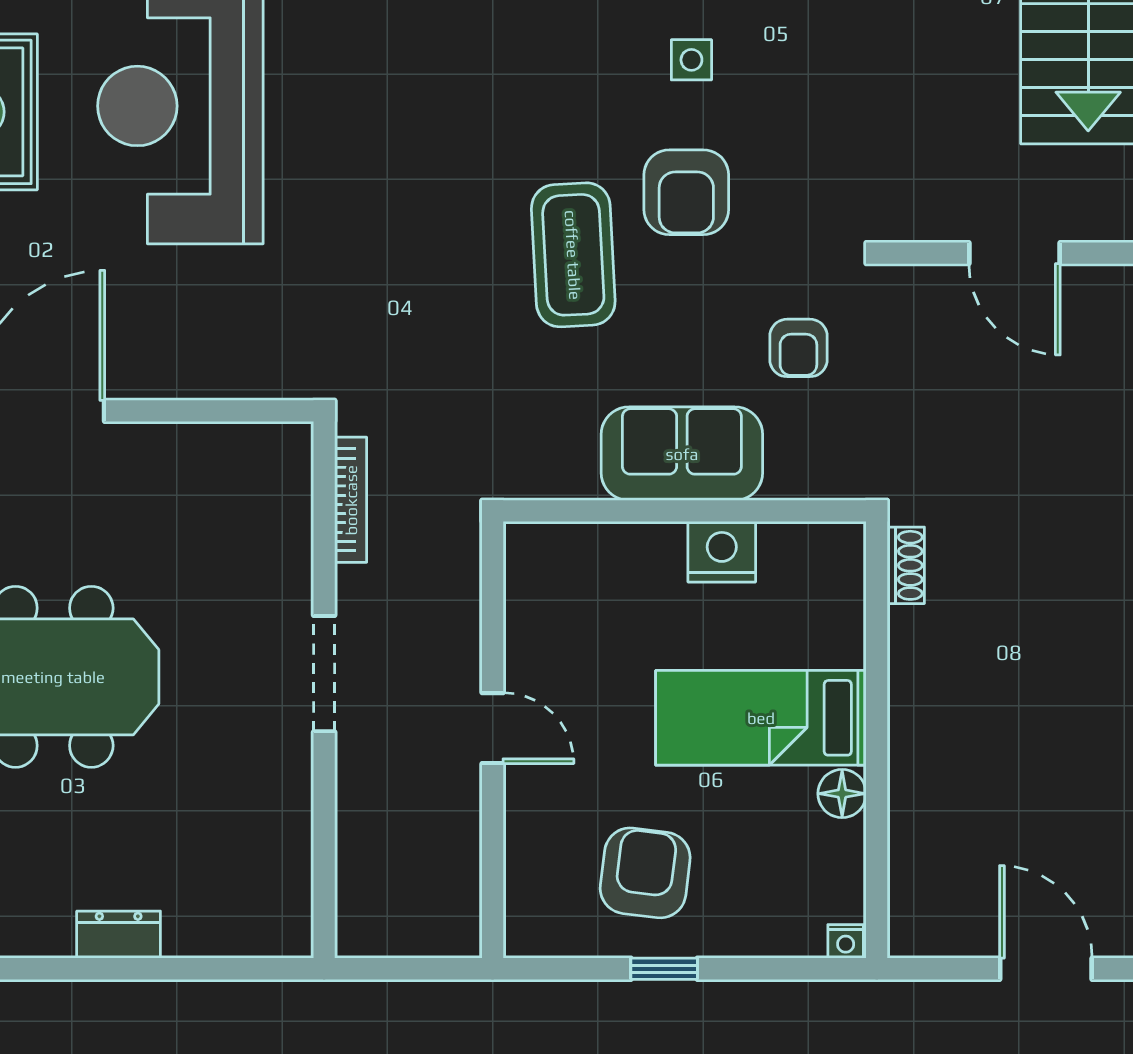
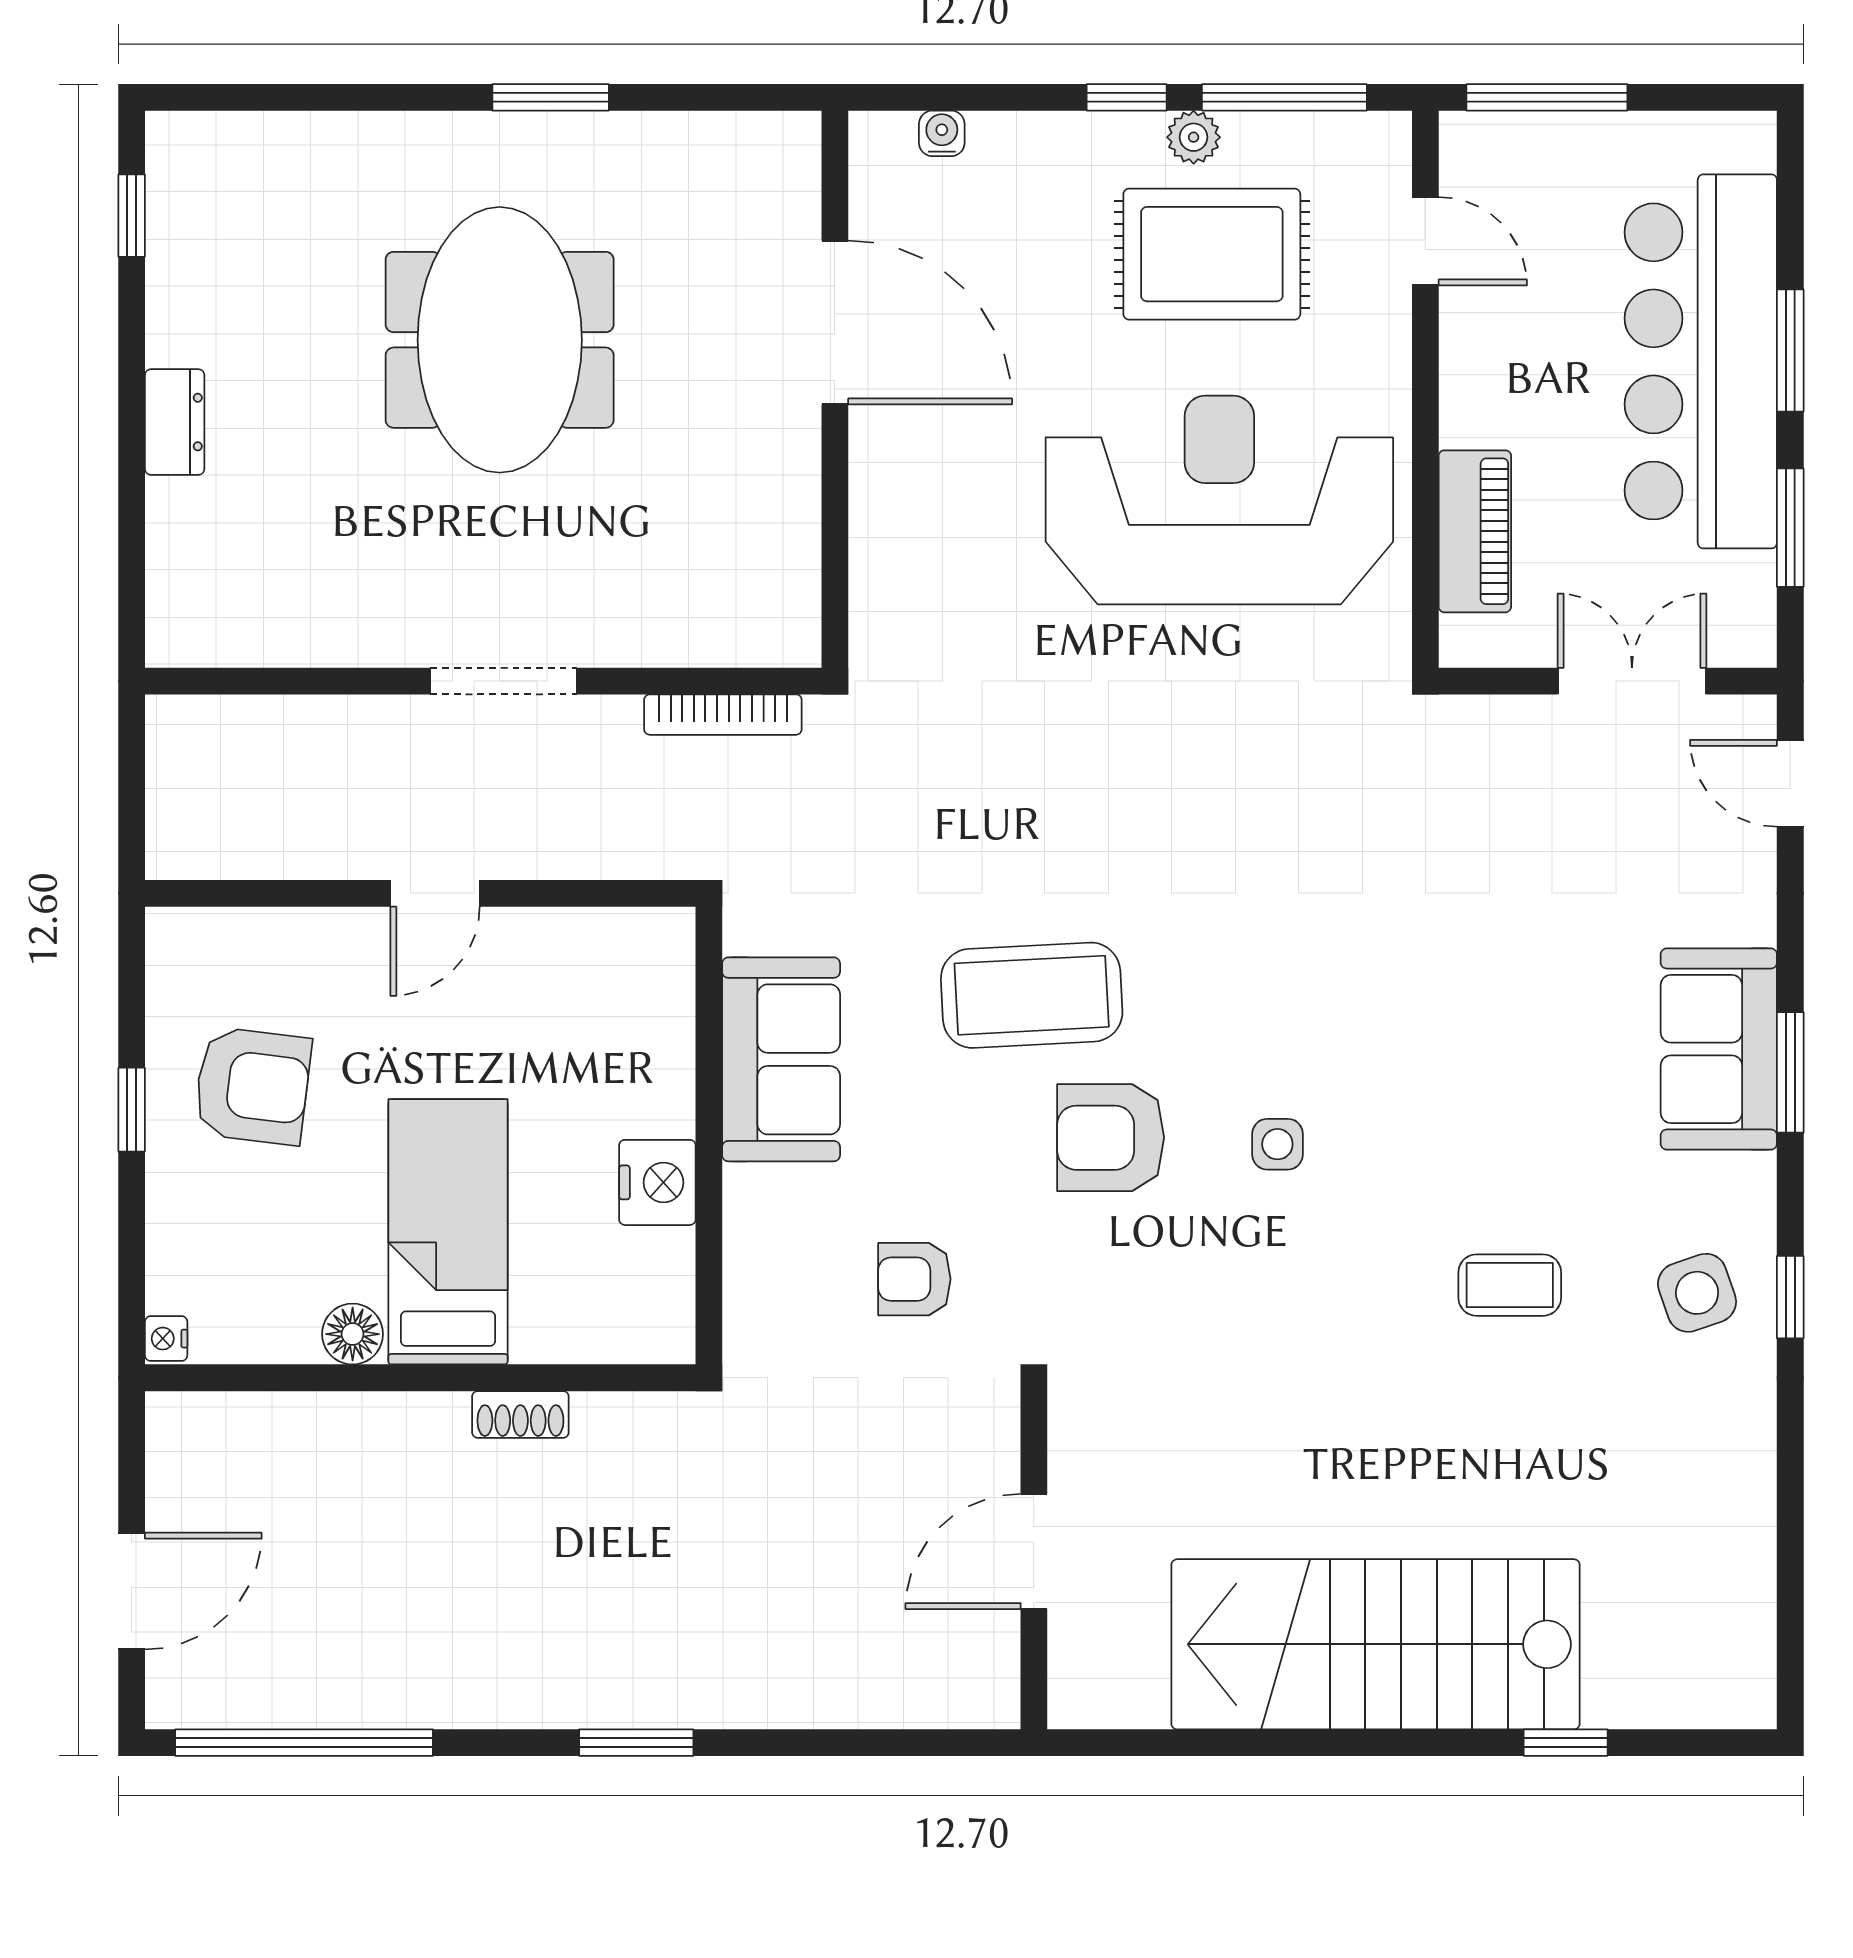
sofa: (682, 454) -> (781, 1059), moved
shoe rack: (906, 565) -> (520, 1414), moved

